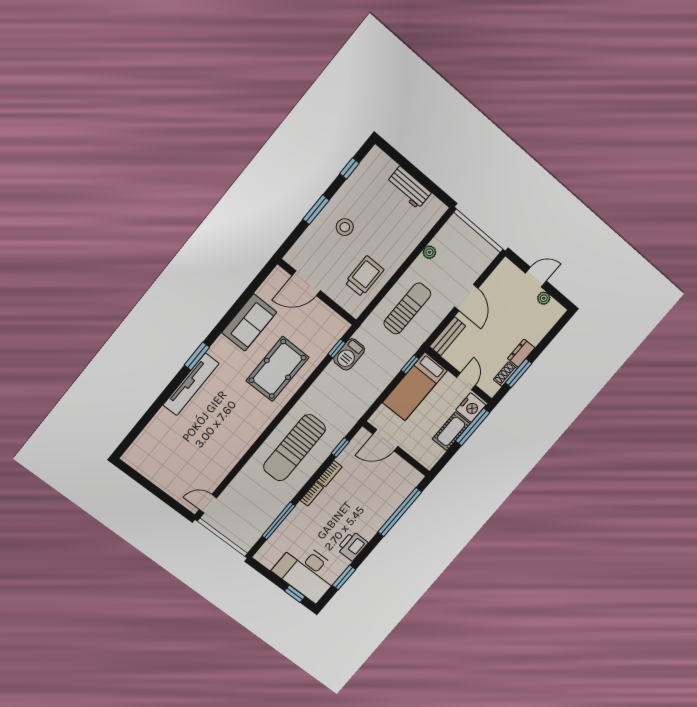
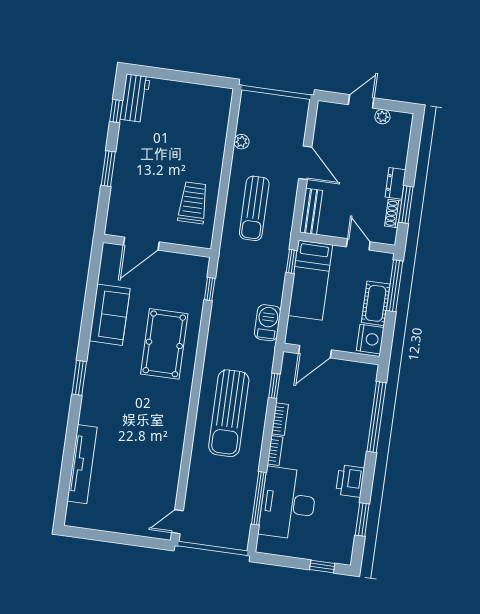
workbench: (409, 188) -> (135, 98), moved, turned -90
stool: (345, 227) -> (145, 168), removed
sun lounger: (407, 308) -> (254, 208), turned 180
barbecue: (349, 354) -> (268, 323), moved, turned 180
tv unit: (191, 384) -> (82, 464), moved
nightstand: (471, 408) -> (370, 339), moved
desk: (307, 572) -> (288, 503), moved, turned 90

